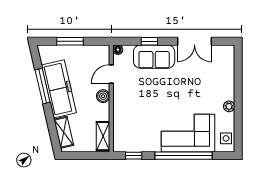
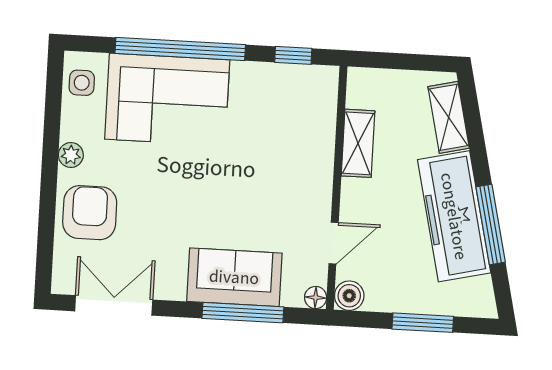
window: (149, 41) -> (243, 313), width x2.17
double door: (194, 41) -> (114, 305), moved
armchair: (219, 81) -> (90, 213), added
boiler: (103, 96) -> (349, 296), moved
shelving: (103, 136) -> (358, 143), moved

